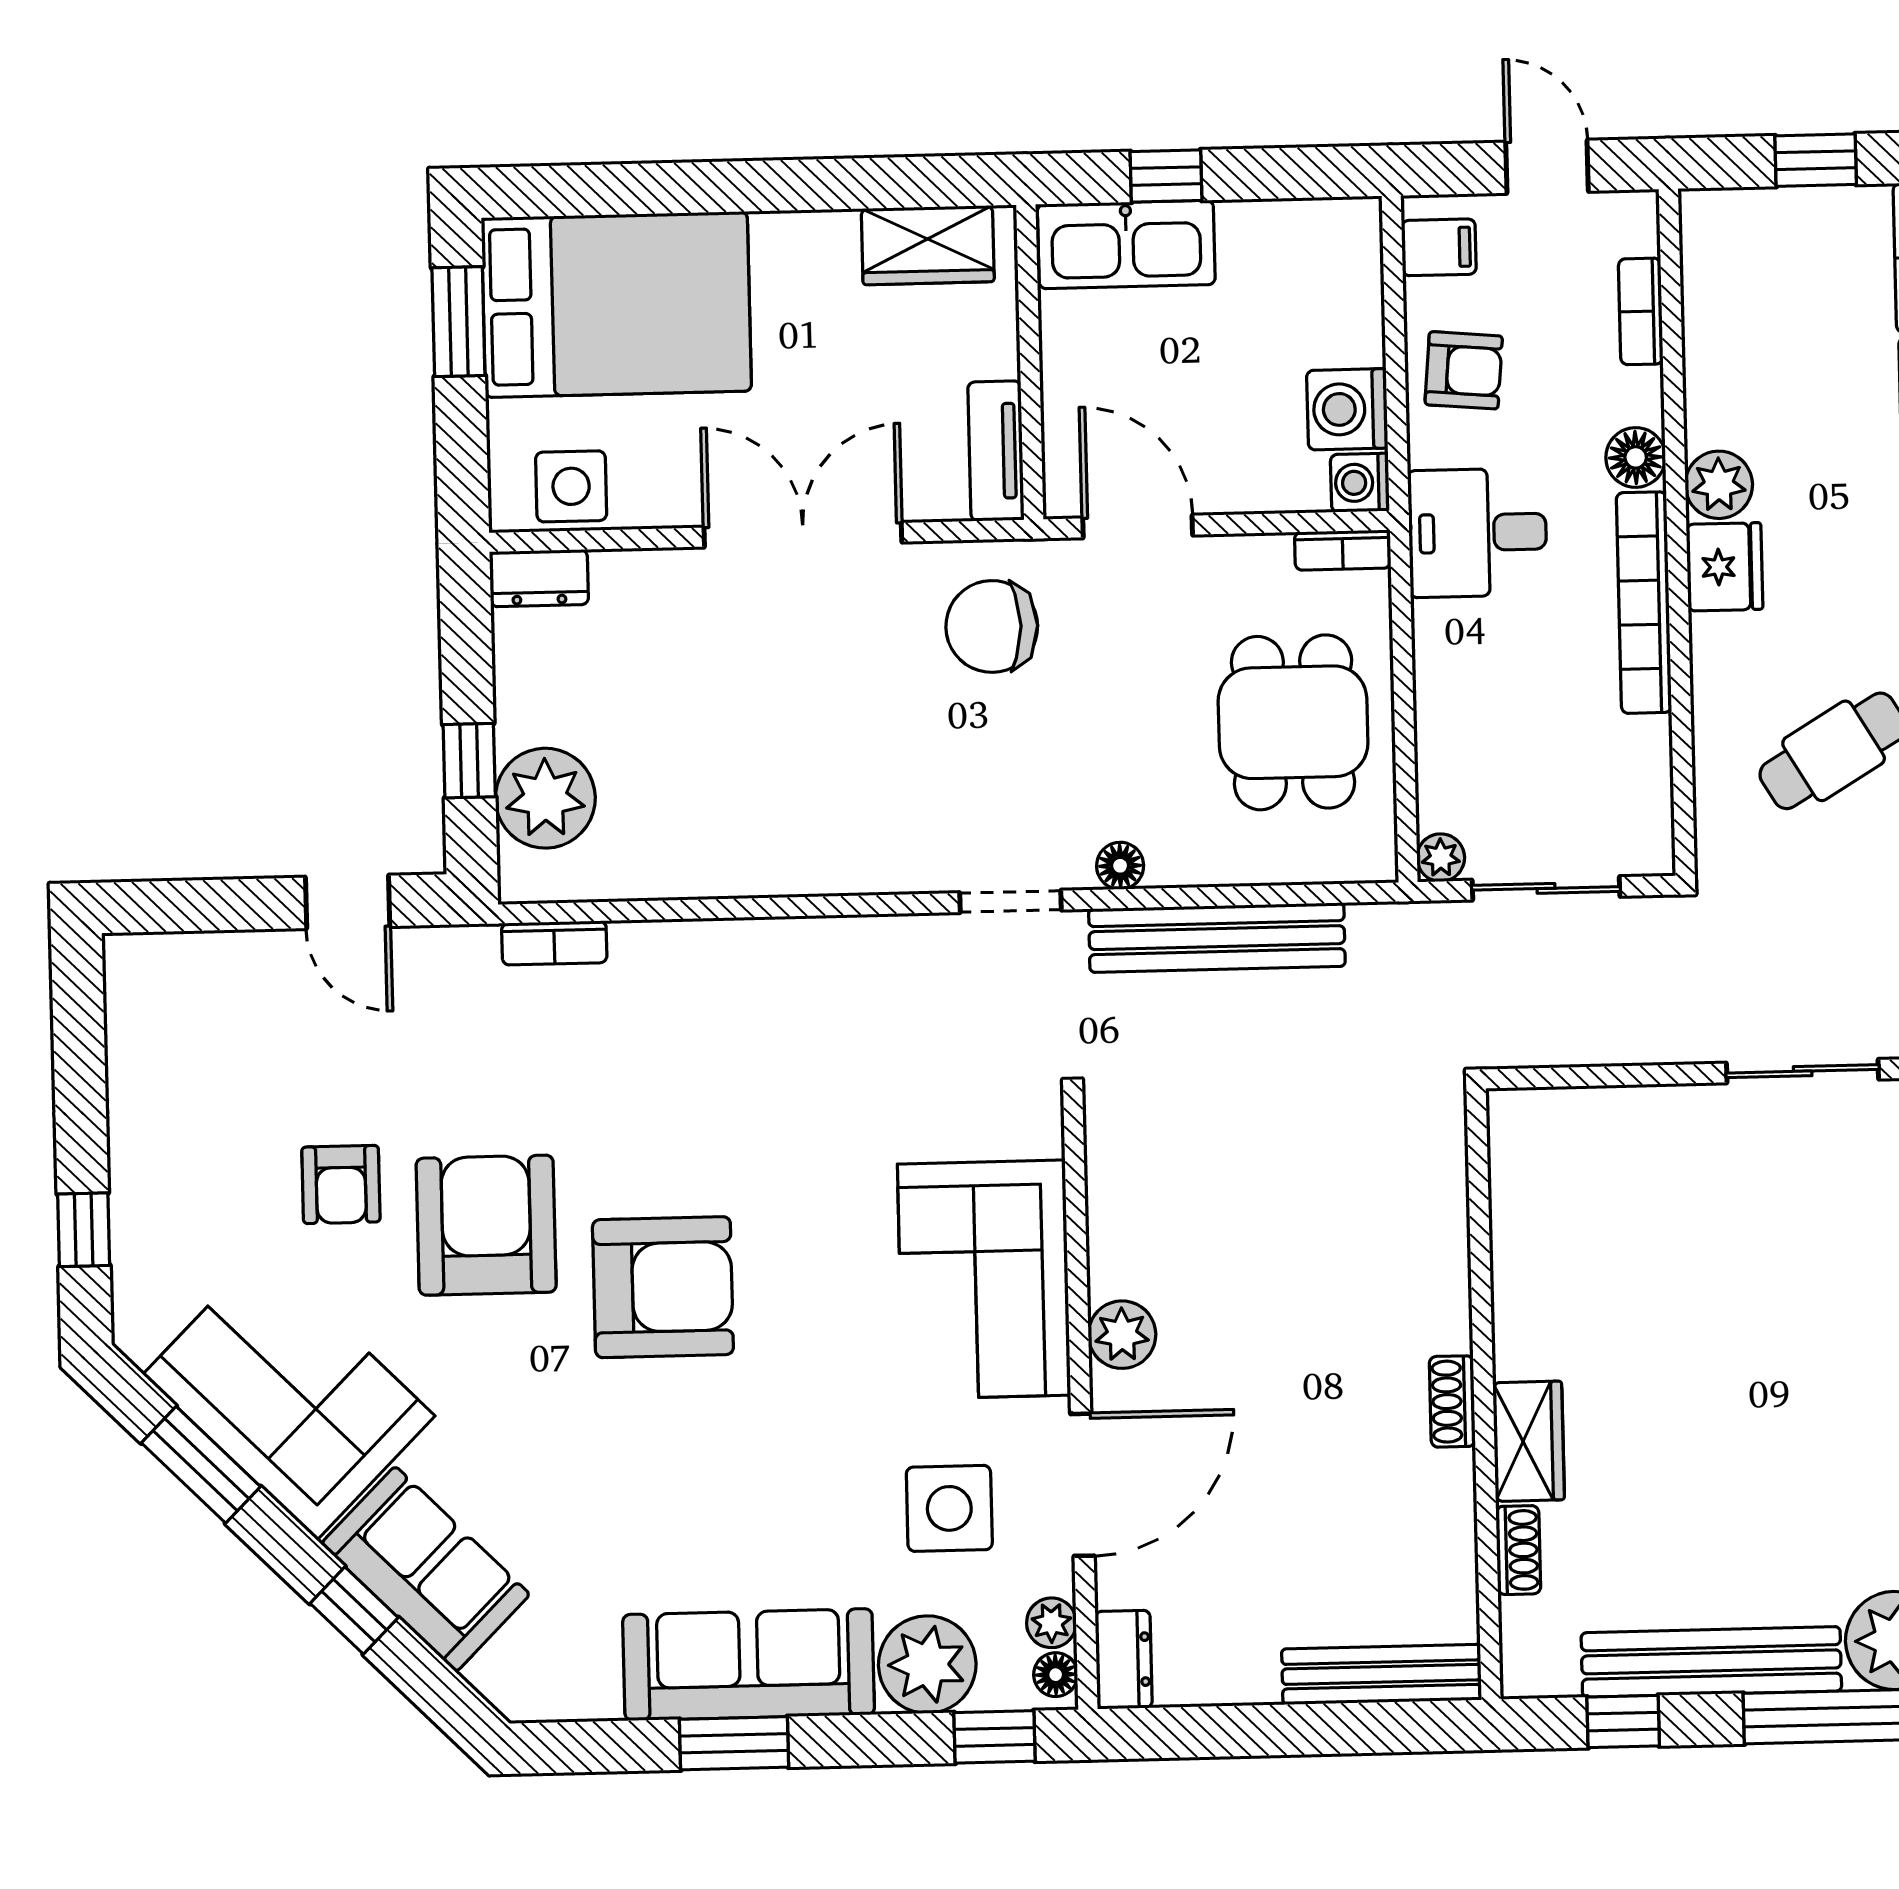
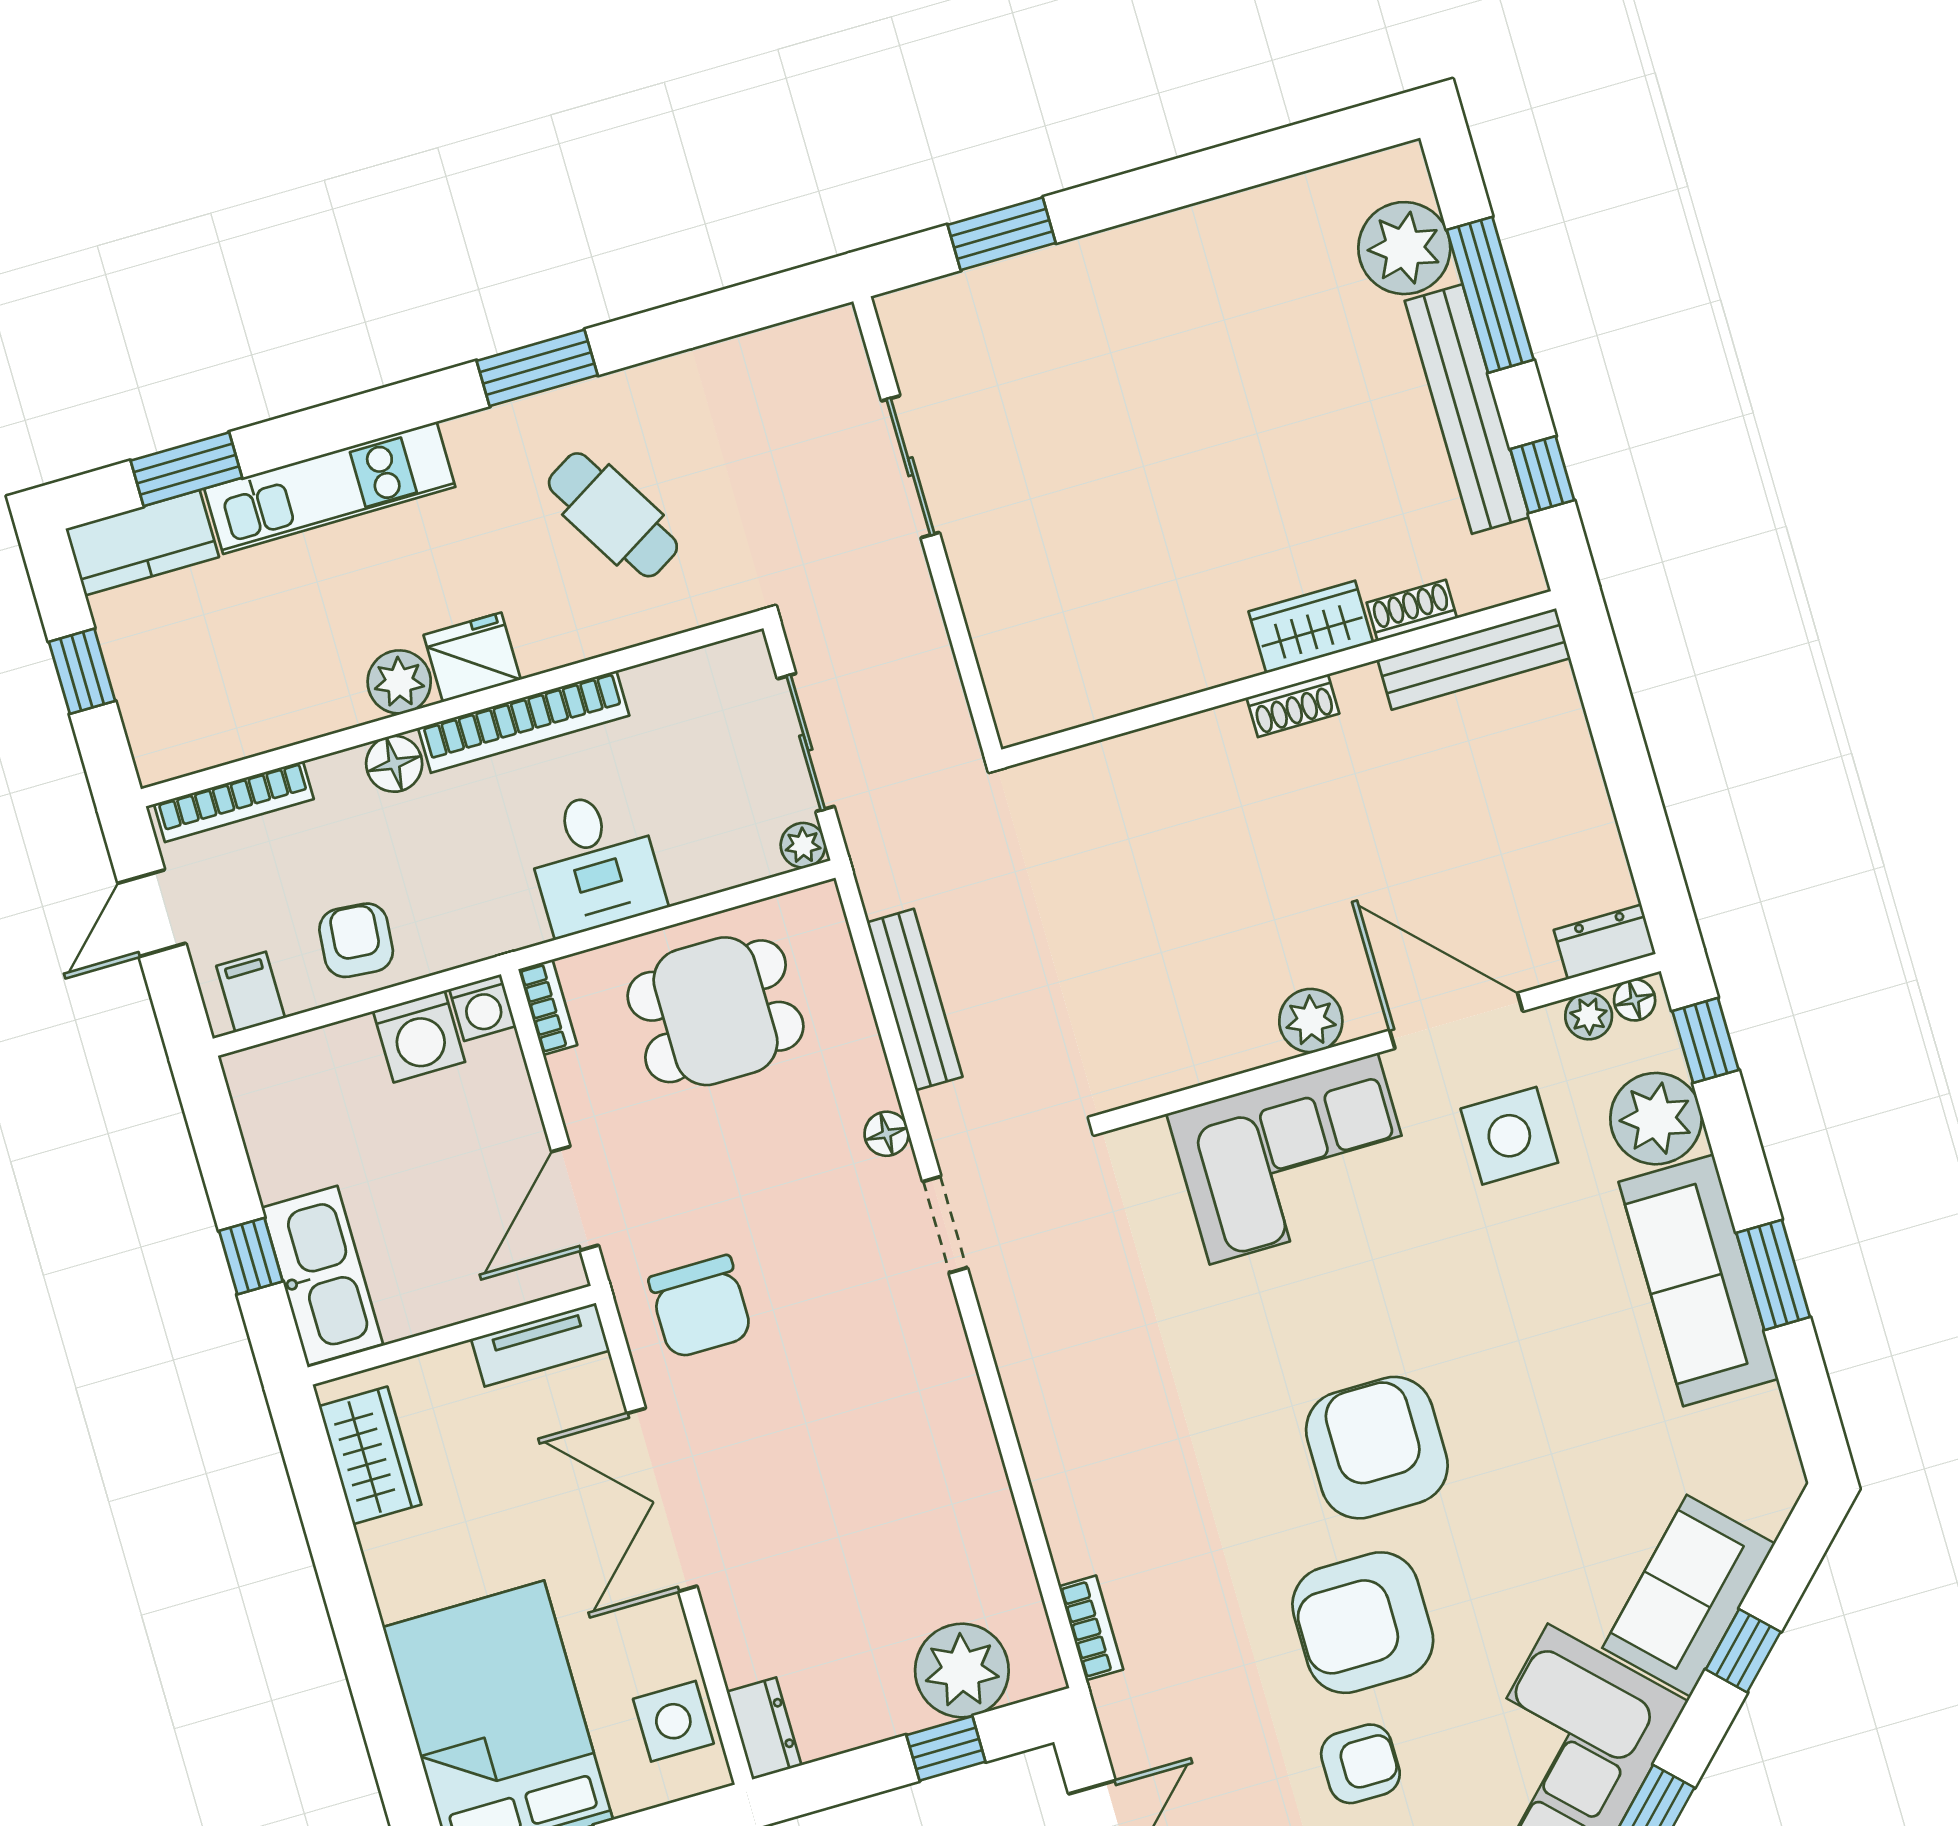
bookcase: (1641, 311) -> (234, 802), width x1.56
desk: (1477, 533) -> (594, 862), moved
bench: (1217, 938) -> (915, 1000), width x0.73, depth x0.82
bench: (1382, 1674) -> (1474, 659), moved, turned 90

